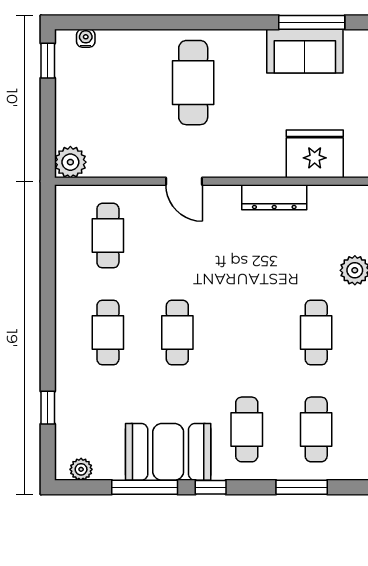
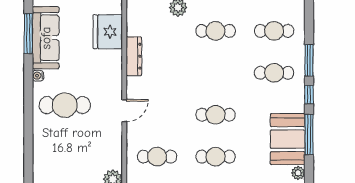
water cooler: (86, 38) -> (38, 76), moved
sofa: (305, 51) -> (46, 38), width x1.36
booth: (168, 452) -> (288, 139), moved
window: (302, 487) -> (309, 60), moved

